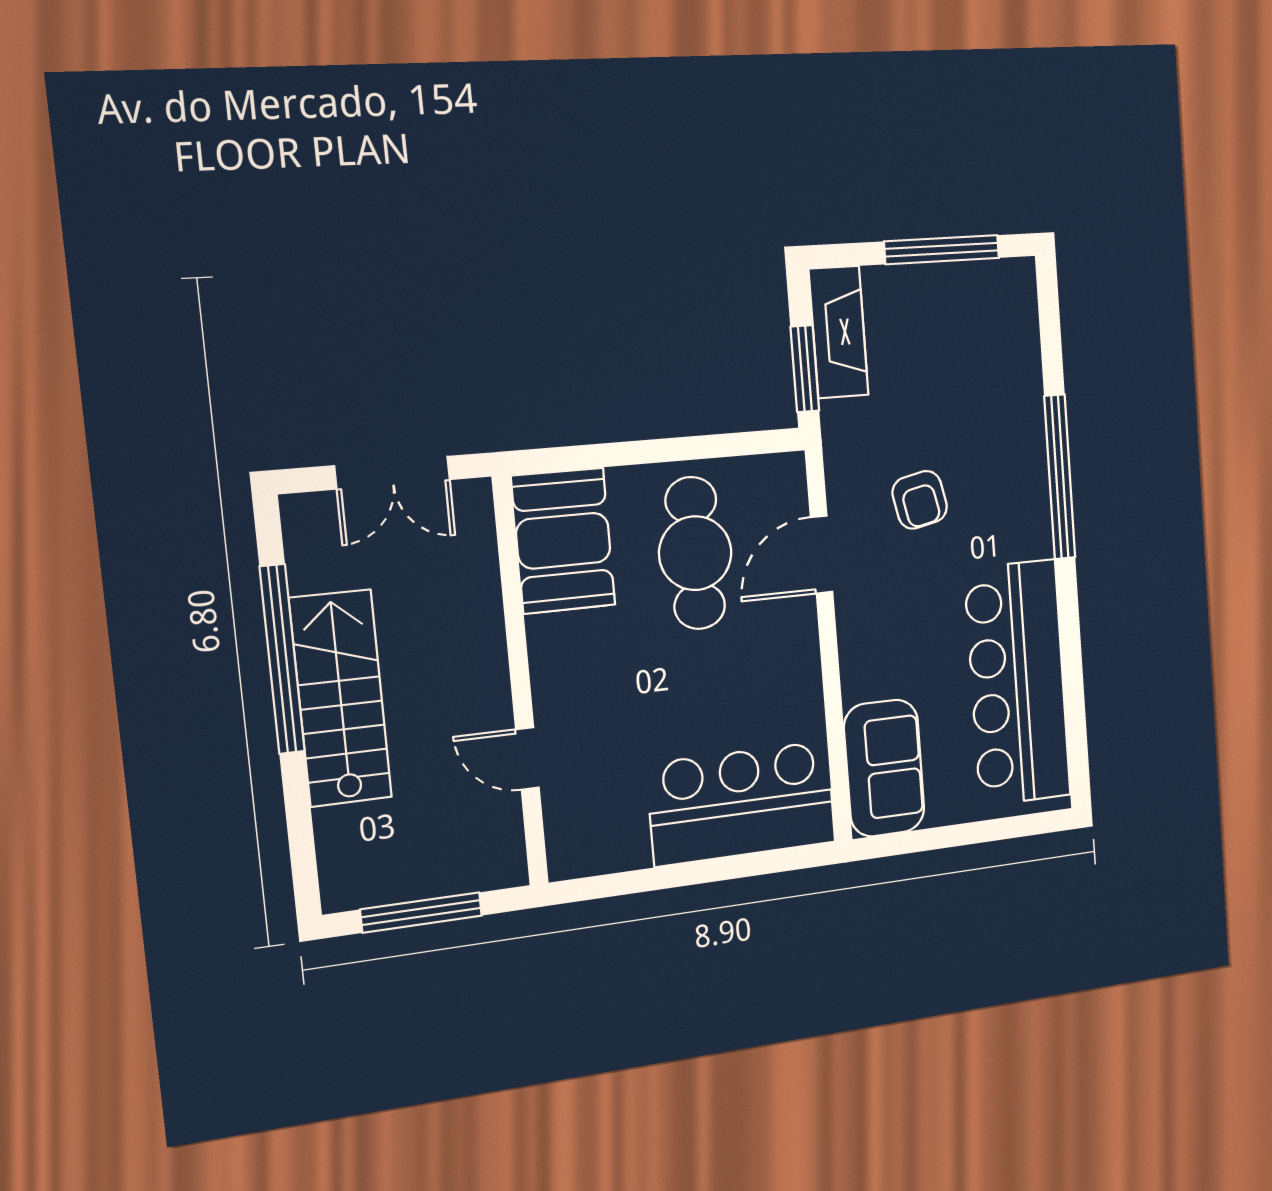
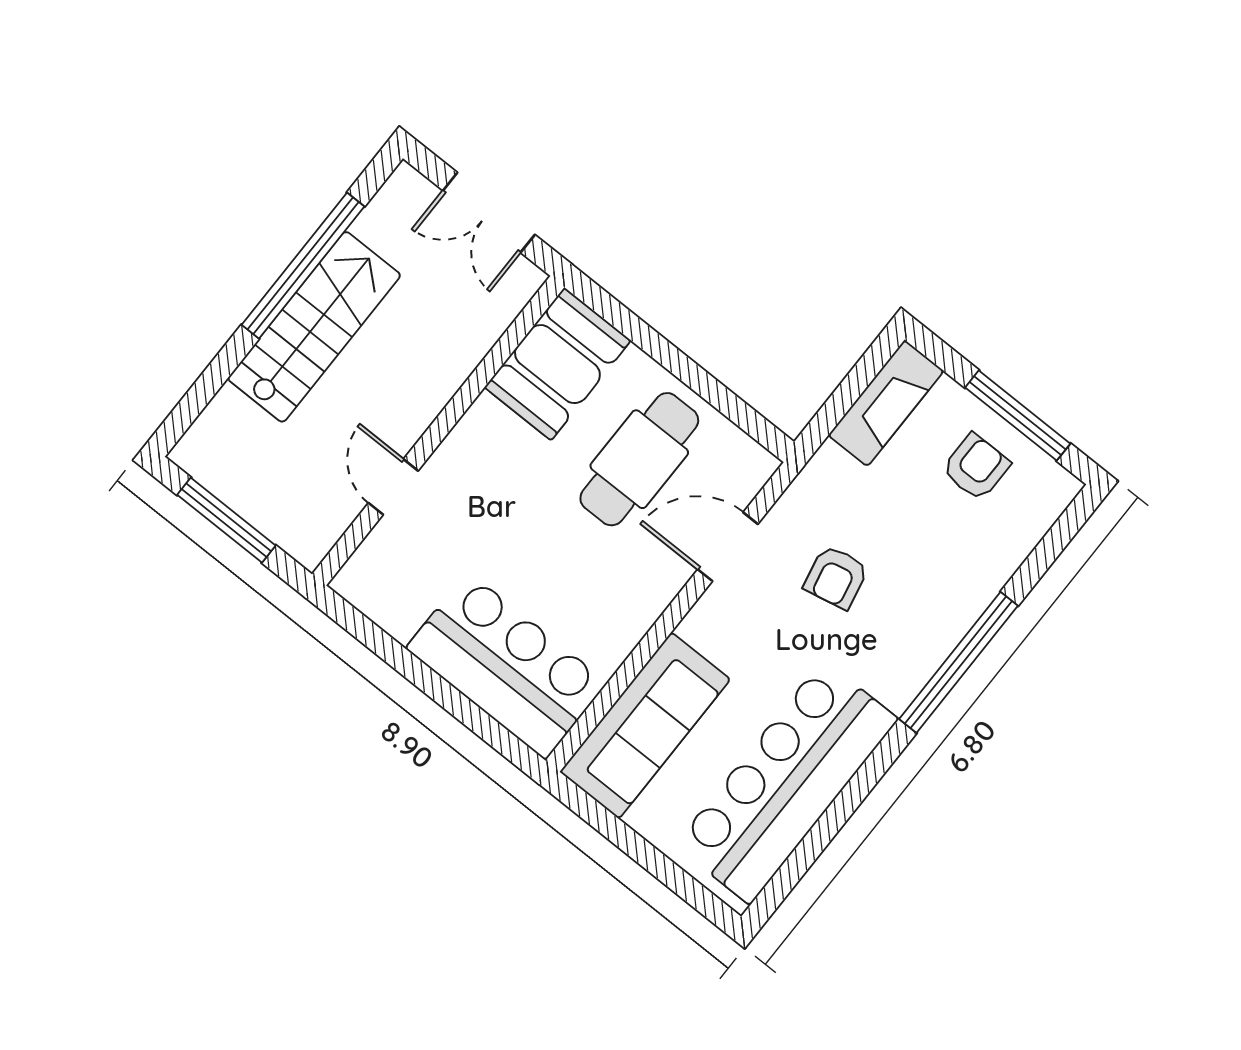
armchair: (946, 318) -> (976, 467), added
window: (805, 369) -> (837, 406), removed
sofa: (884, 768) -> (645, 725), width x1.36

